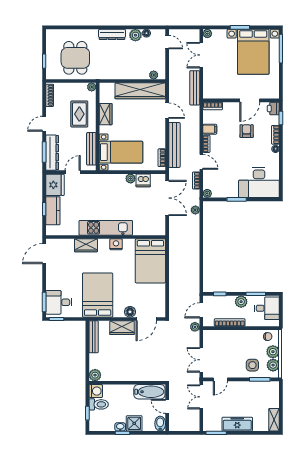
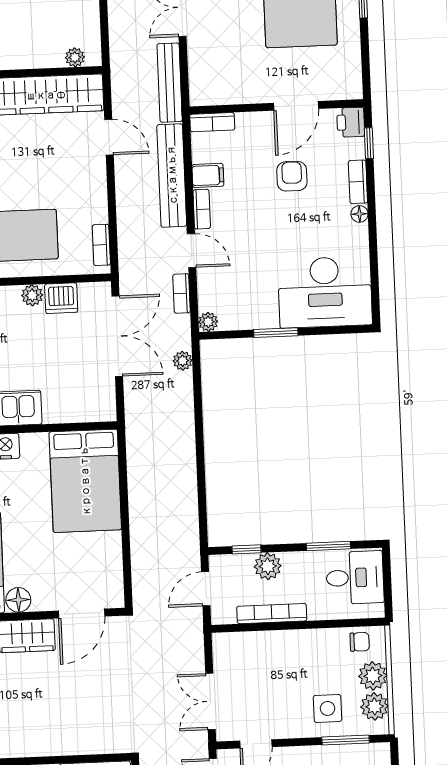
bench: (174, 145) -> (172, 175), moved
plant: (241, 302) -> (268, 566), moved
floor lamp: (130, 312) -> (18, 600), moved
plant: (195, 327) -> (193, 627), removed

